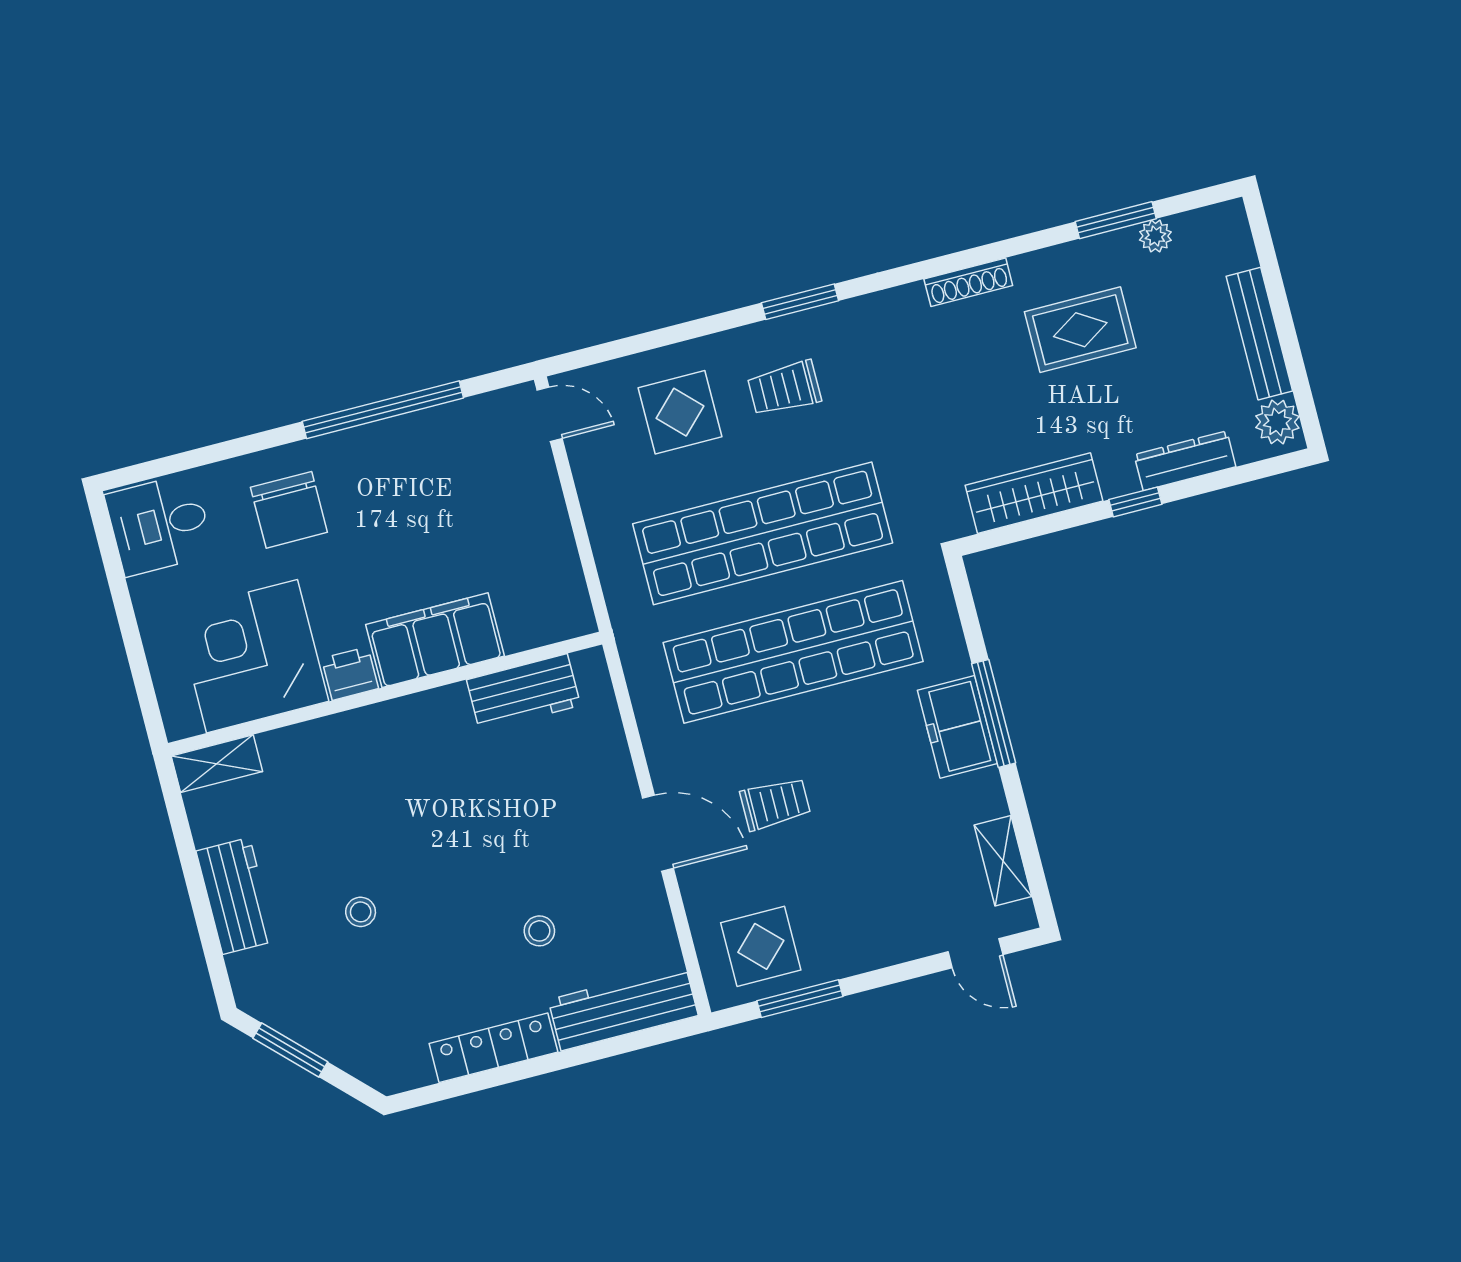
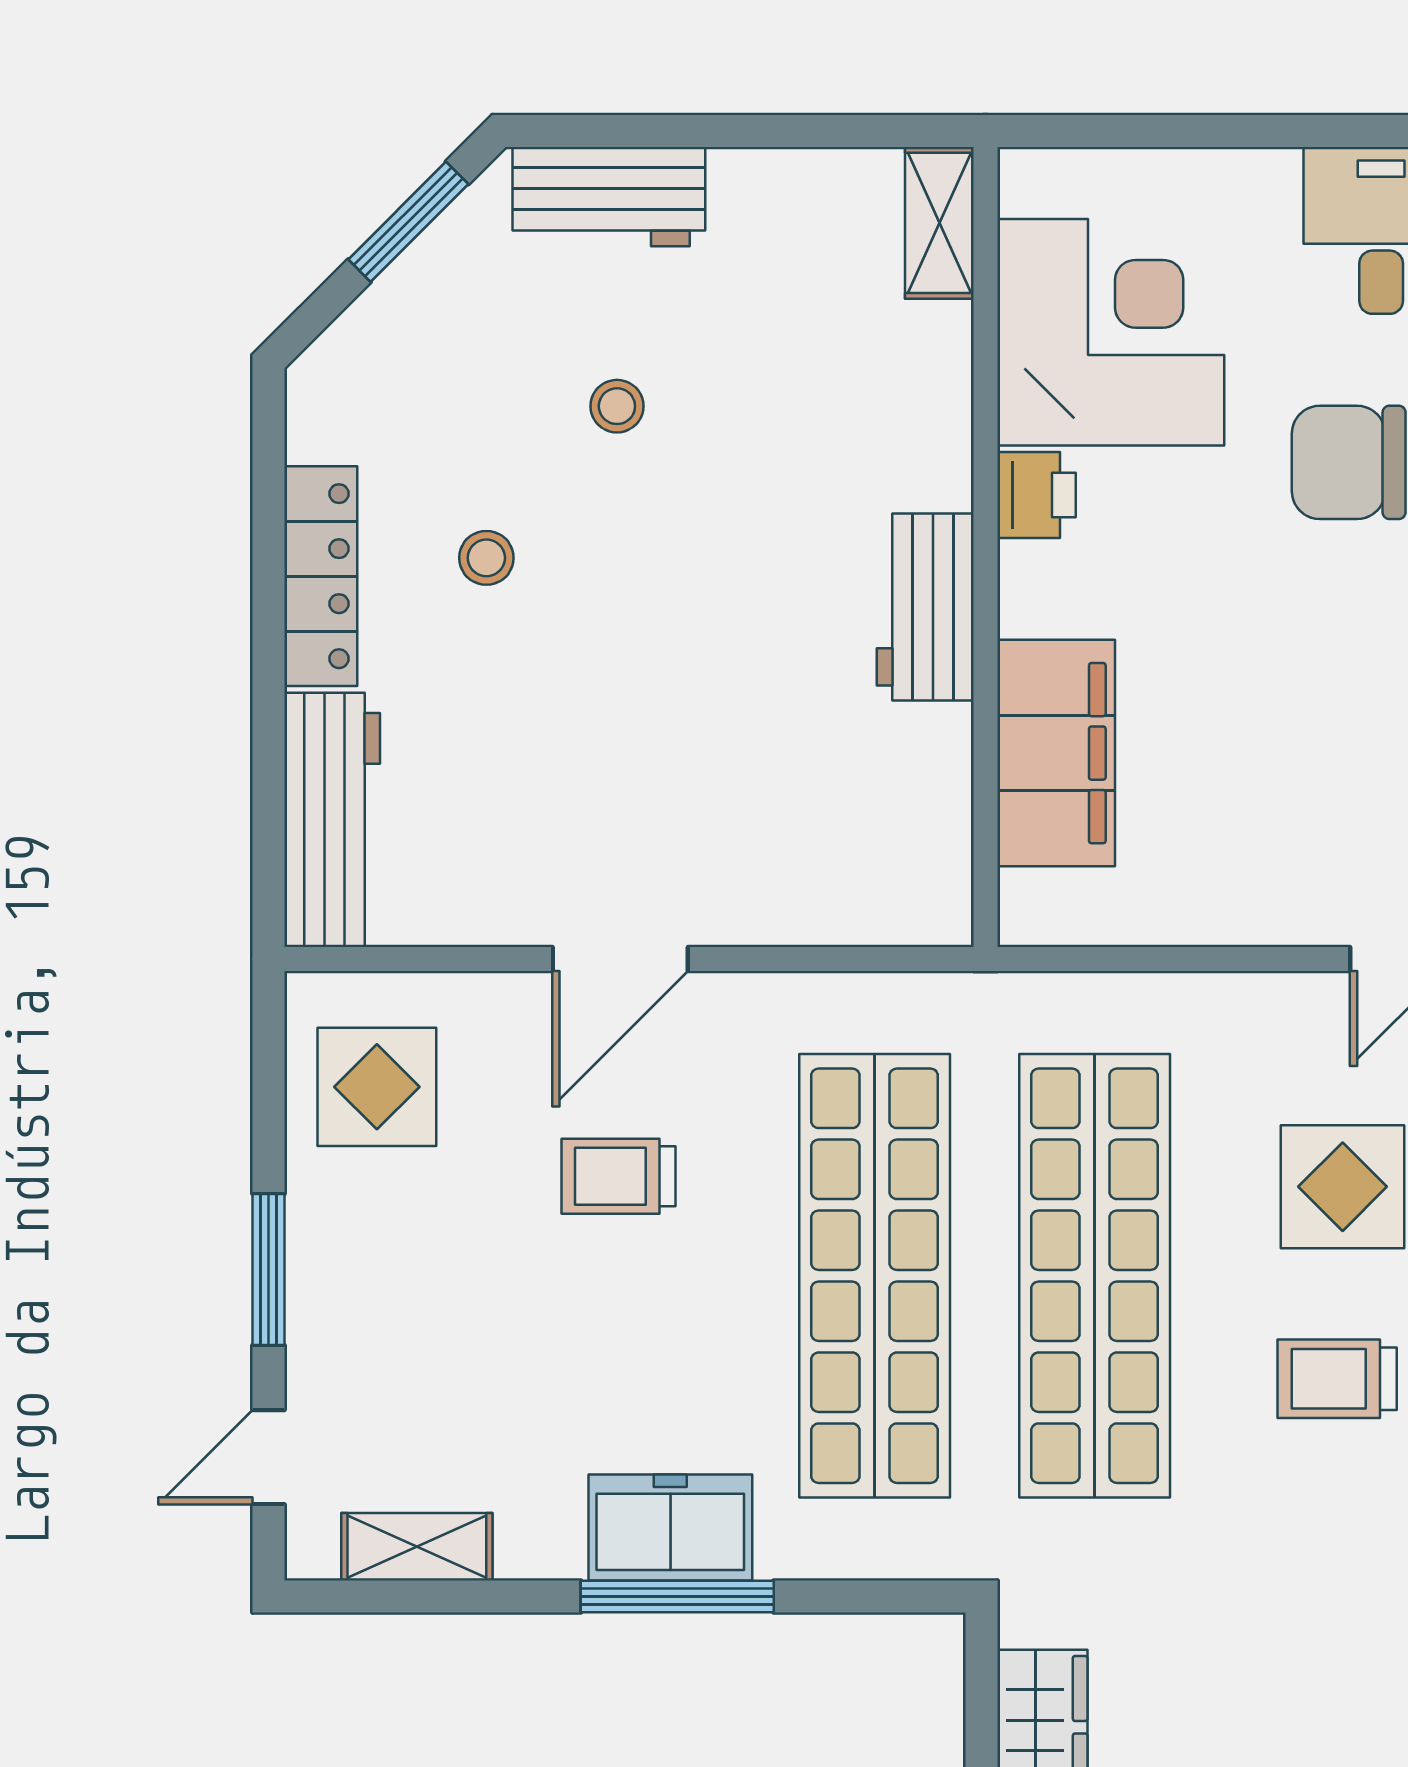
trolley: (784, 388) -> (1337, 1379), turned -90
filing cabinet: (435, 640) -> (1056, 753), moved
workbench: (524, 693) -> (925, 607), moved
trolley: (775, 804) -> (618, 1176), turned 90
workbench: (236, 896) -> (609, 197), moved
stool: (539, 931) -> (486, 558), moved
window: (800, 999) -> (269, 1270), moved

